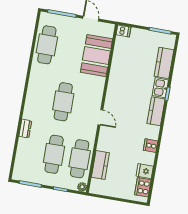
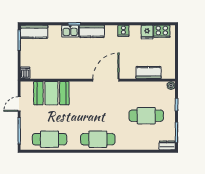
kitchen counter: (164, 63) -> (34, 32), moved
cafe table: (63, 102) -> (98, 139), moved
door: (100, 117) -> (106, 80), width x1.88
dresser: (25, 129) -> (167, 145), moved
cafe table: (80, 159) -> (146, 92), removed

